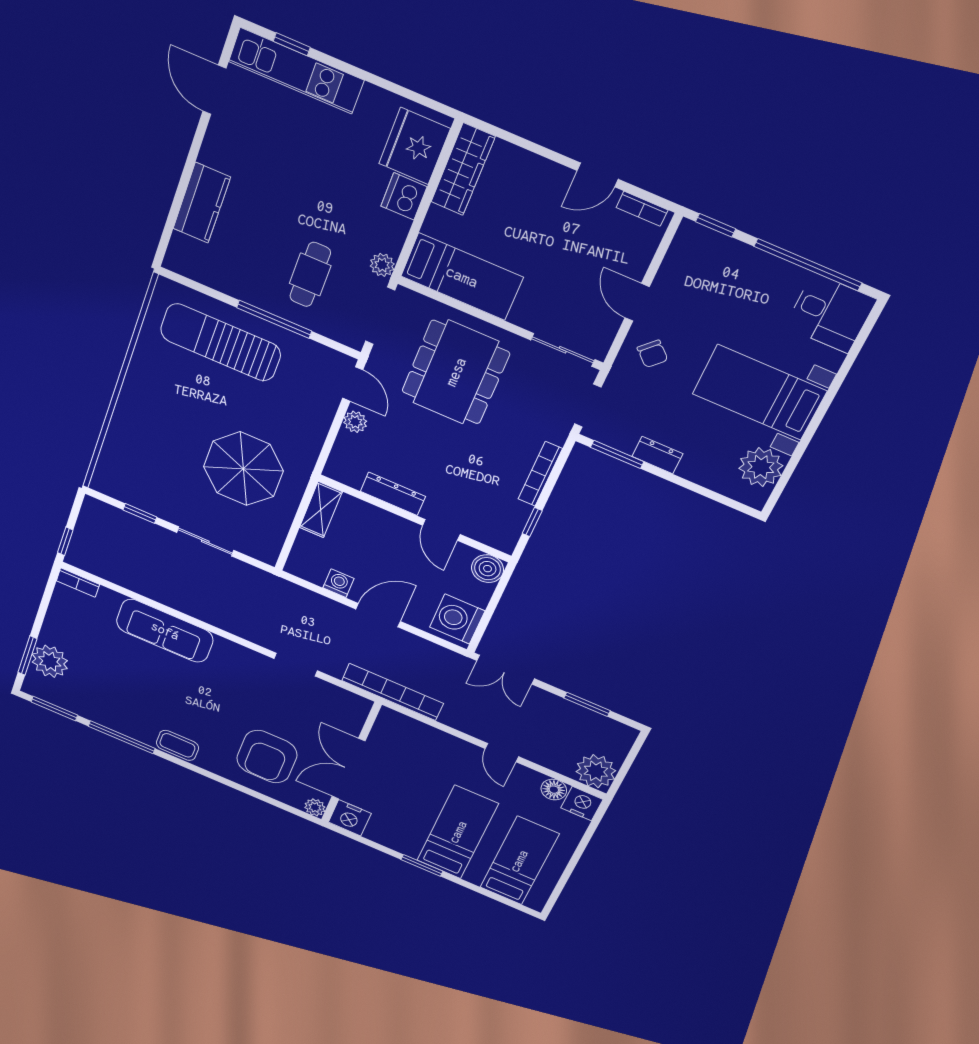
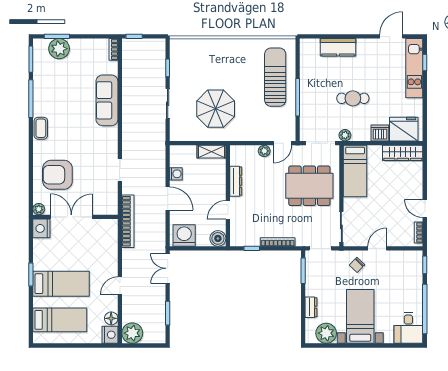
cafe table: (310, 274) -> (353, 98), moved
dresser: (657, 455) -> (311, 307), moved

